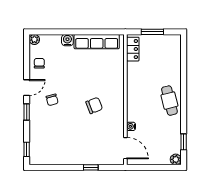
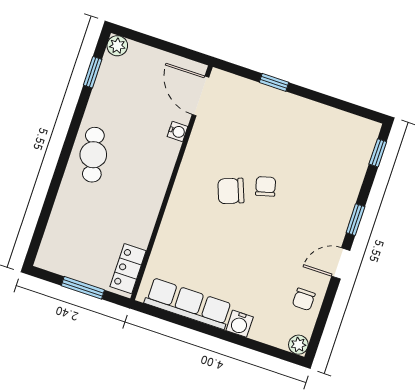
chair: (52, 100) -> (266, 186), moved

